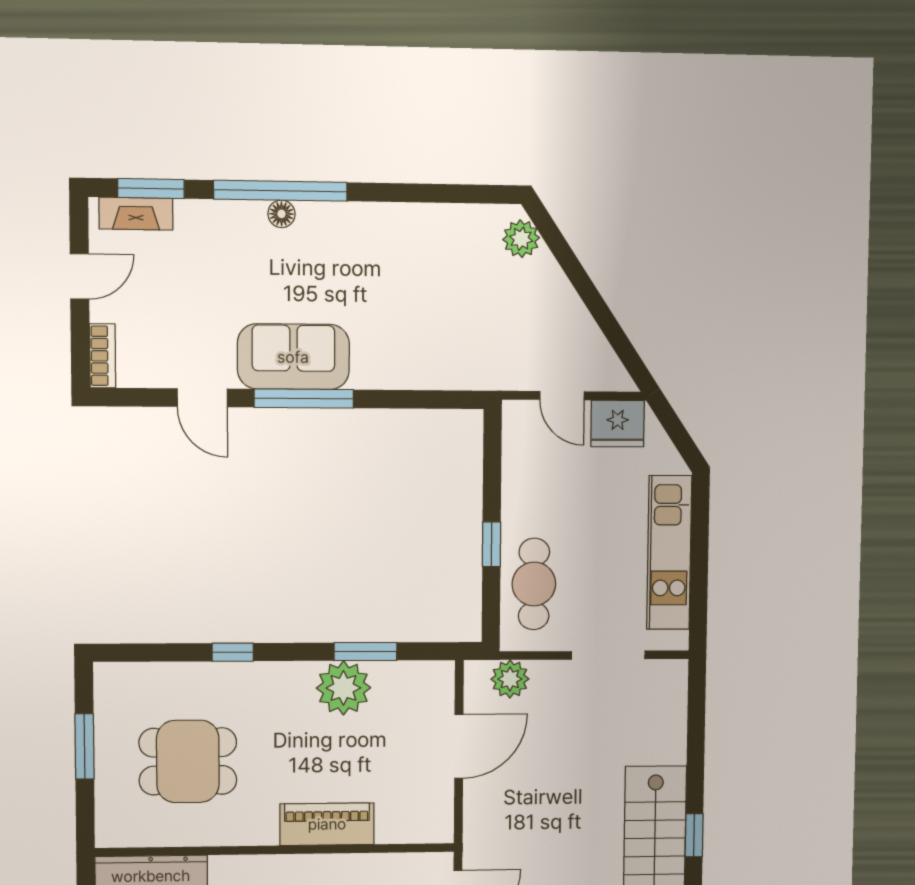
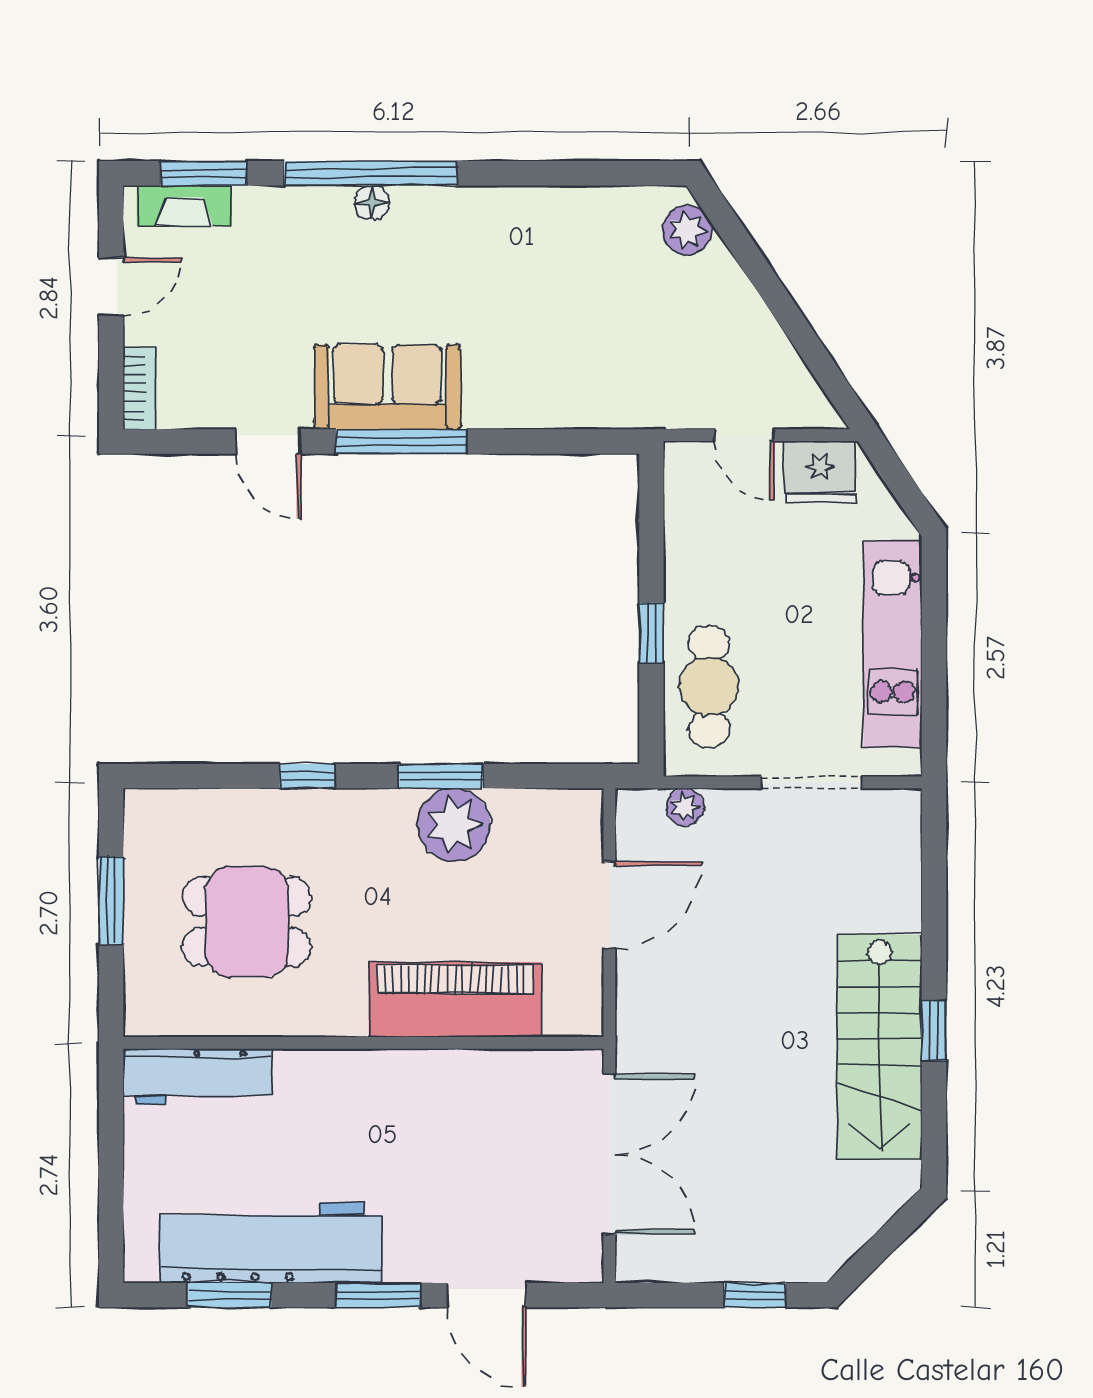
window: (365, 652) -> (441, 776), moved
plant: (510, 679) -> (685, 807), width x0.73, depth x0.73
piano: (327, 824) -> (455, 1000), width x1.37, depth x1.33

